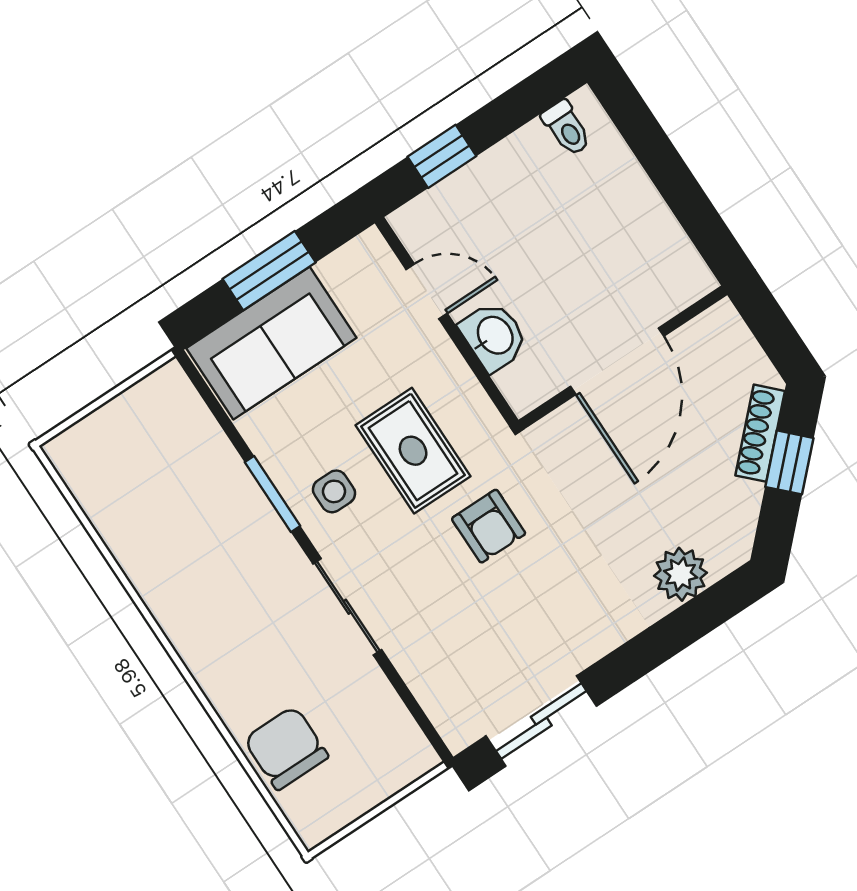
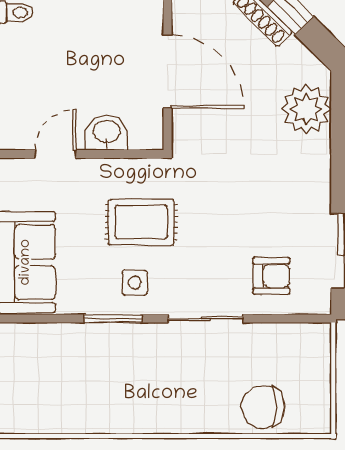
armchair: (489, 526) -> (271, 276), moved
plant: (681, 574) -> (306, 109), width x1.36, depth x1.36

